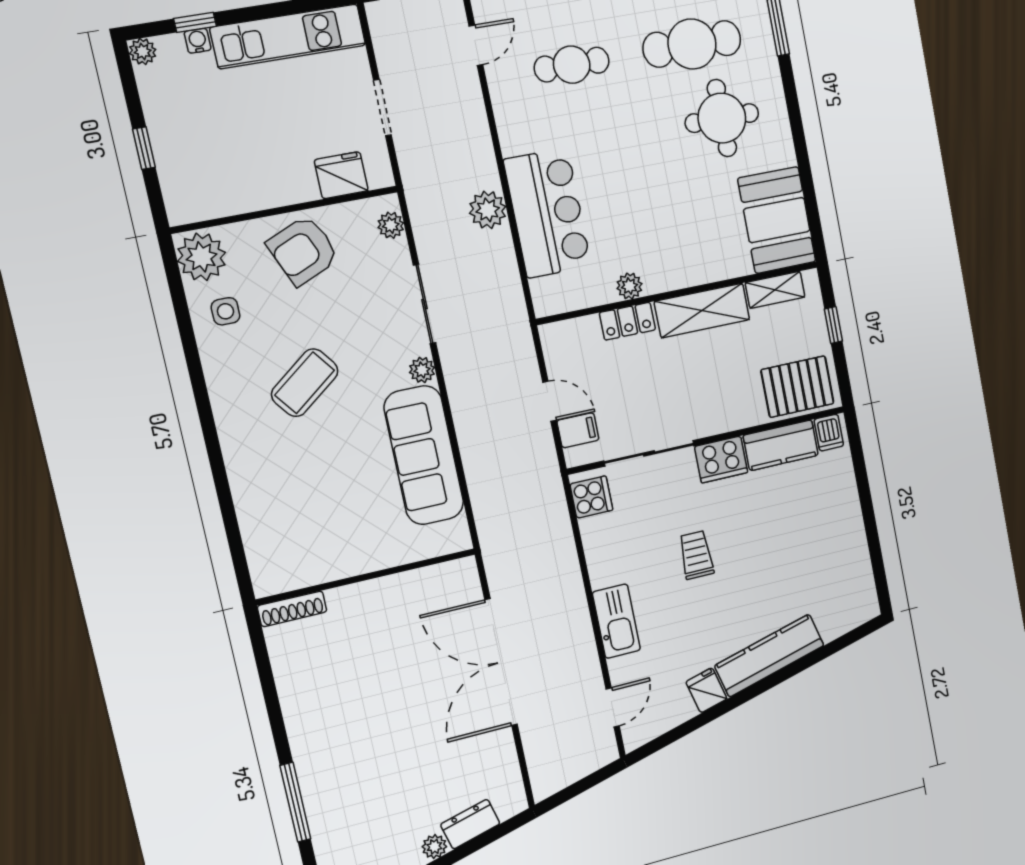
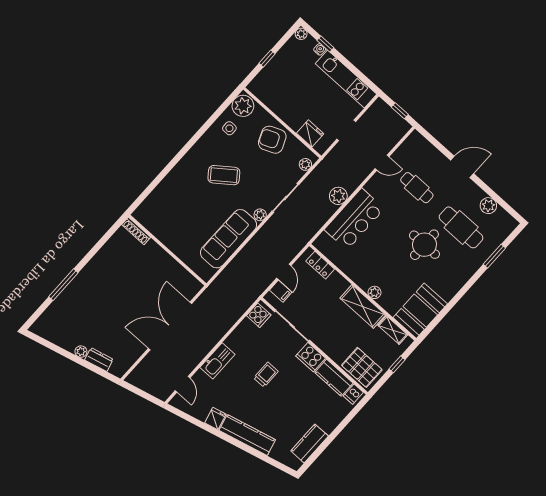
door: (476, 45) -> (382, 163), moved
round table: (722, 118) -> (424, 245), moved
plant: (629, 286) -> (375, 292), moved
locker: (627, 321) -> (320, 265), moved
kitchen counter: (854, 562) -> (310, 443), added
door: (613, 707) -> (183, 384), hinge flipped

